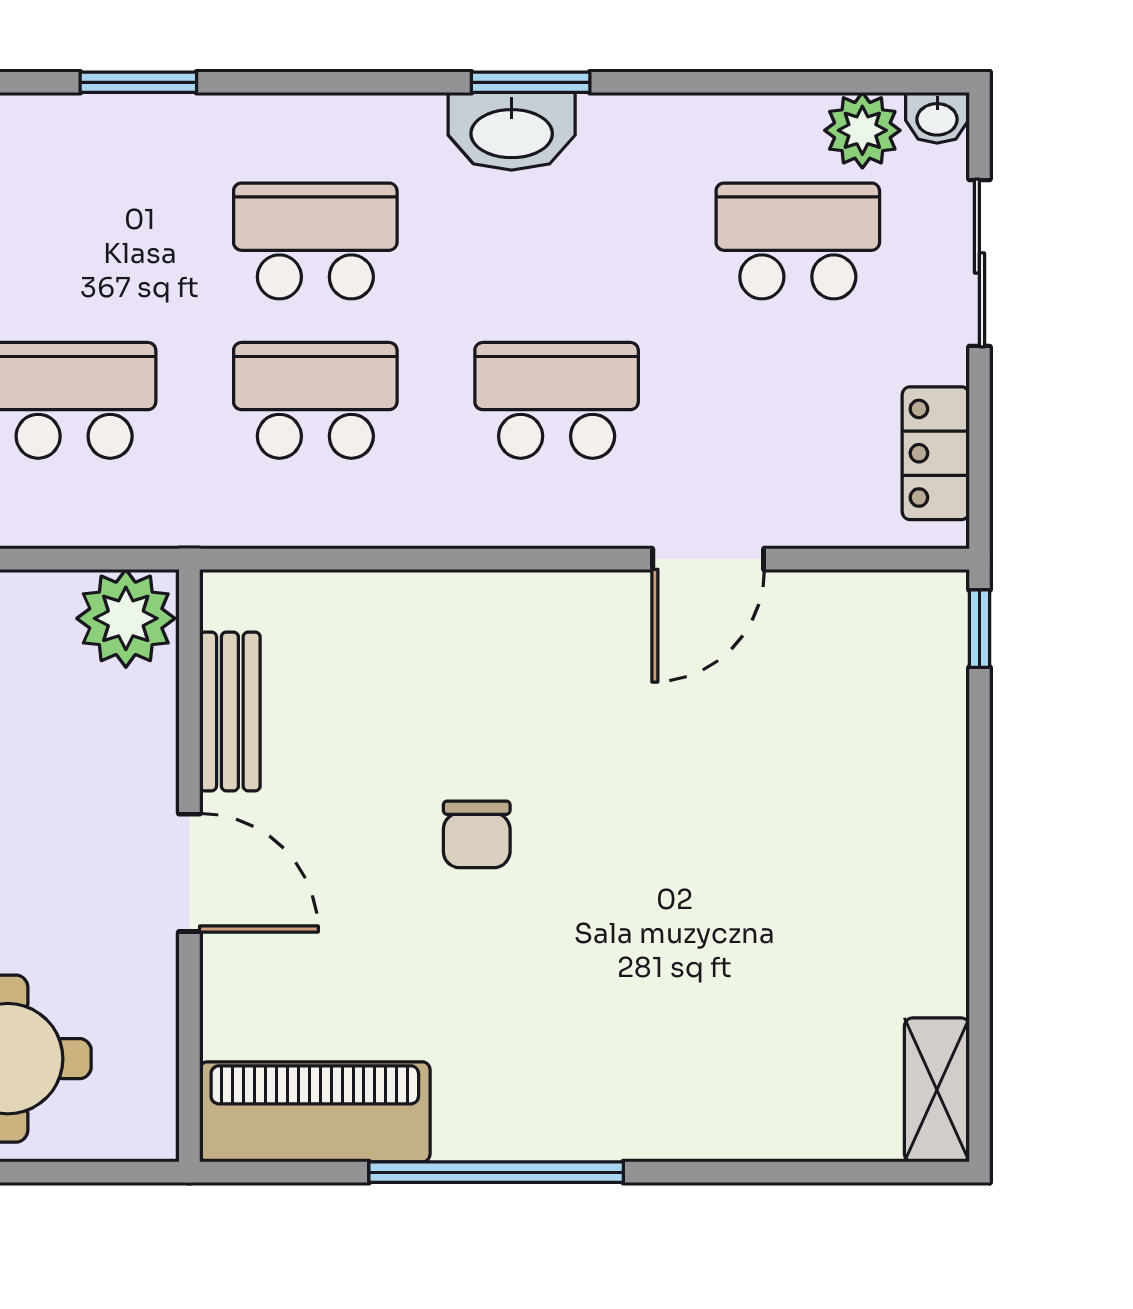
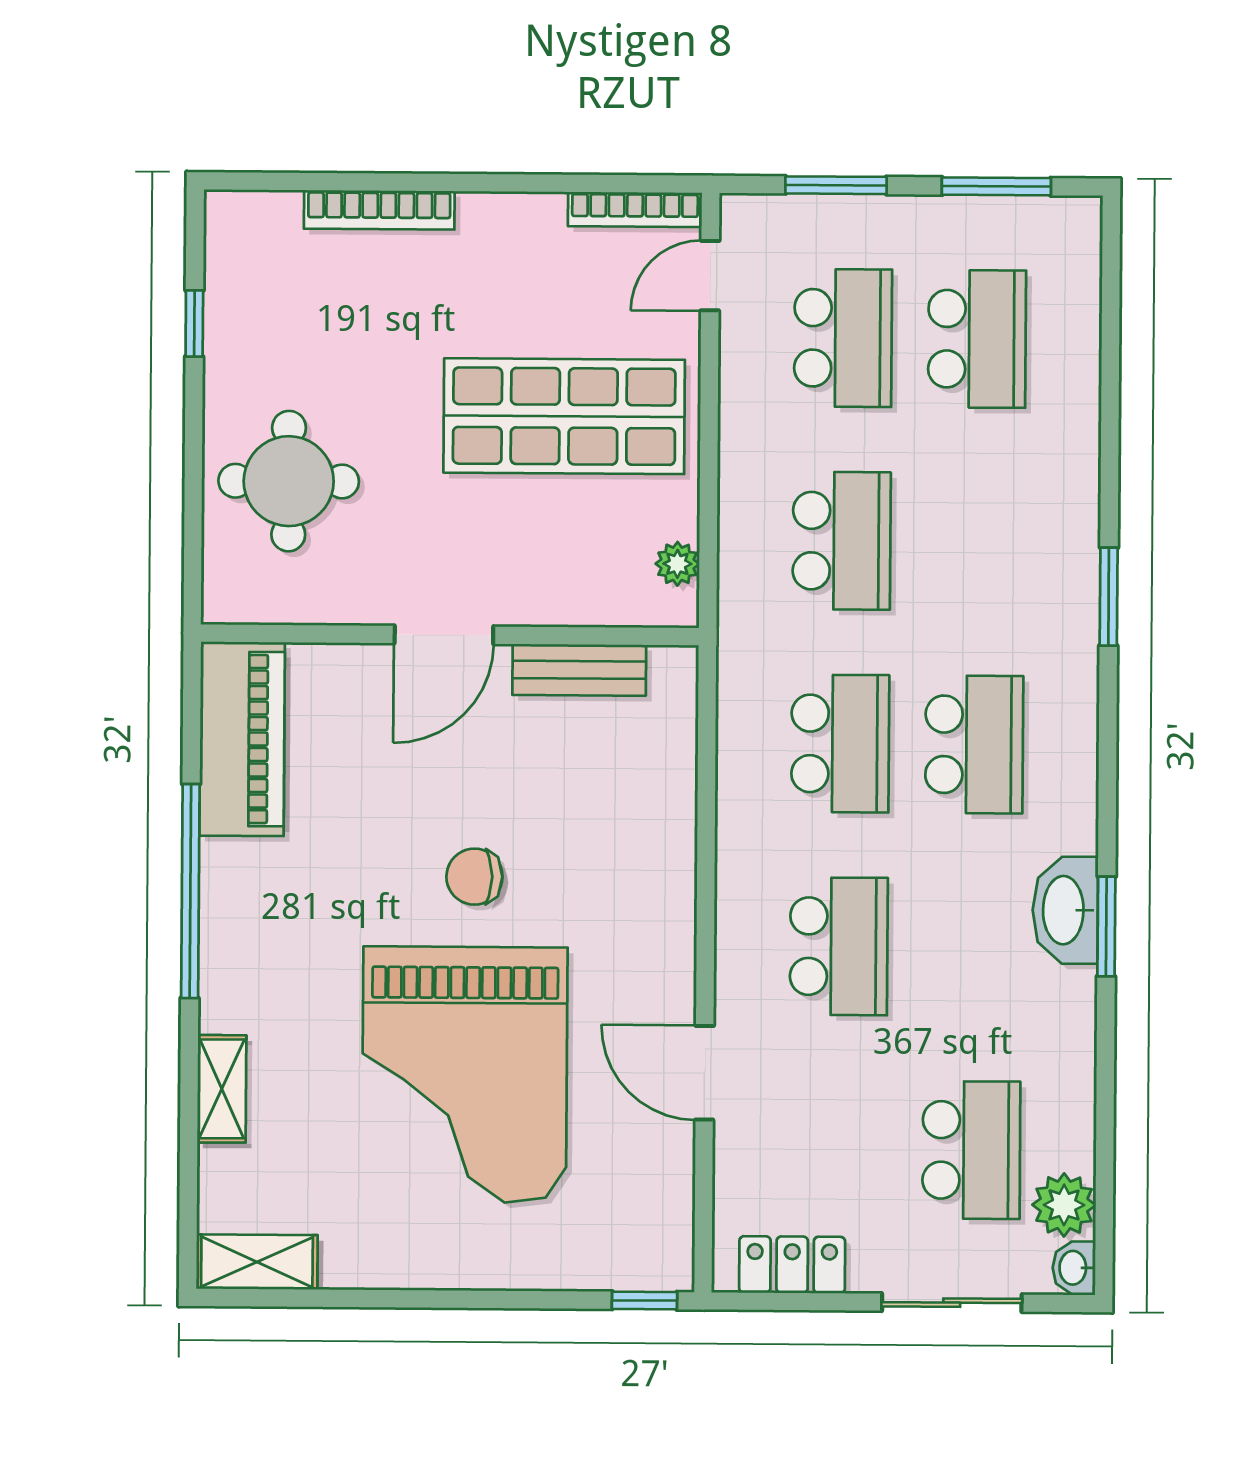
plant: (126, 618) -> (677, 564), width x0.53, depth x0.53
grand piano: (712, 844) -> (465, 1075), added
shelving: (731, 1133) -> (222, 1089), added

